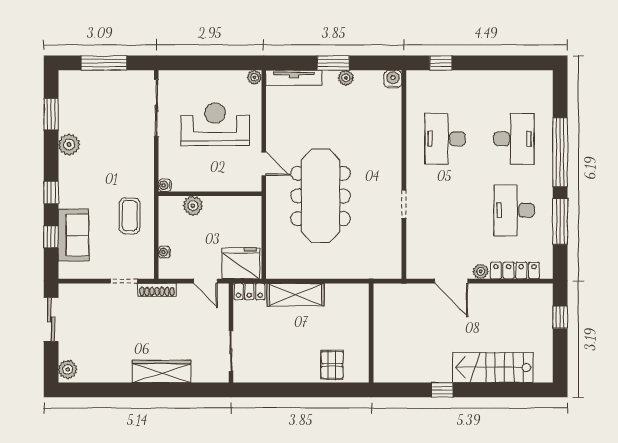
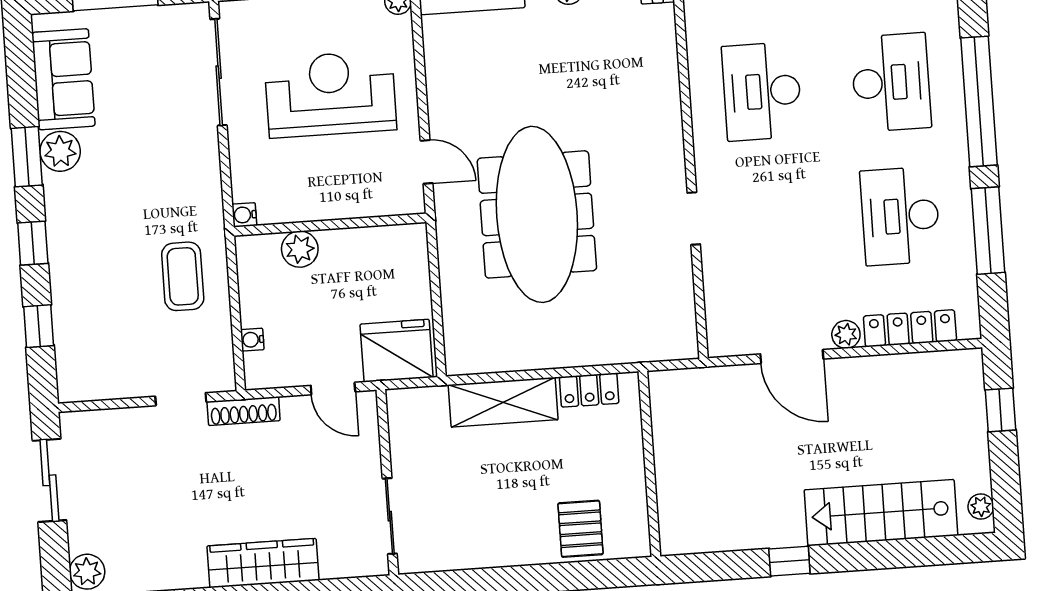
window: (51, 114) -> (27, 157), moved
sofa: (73, 235) -> (63, 79), moved
locker: (249, 291) -> (589, 390), moved
plant: (546, 368) -> (981, 507), added

